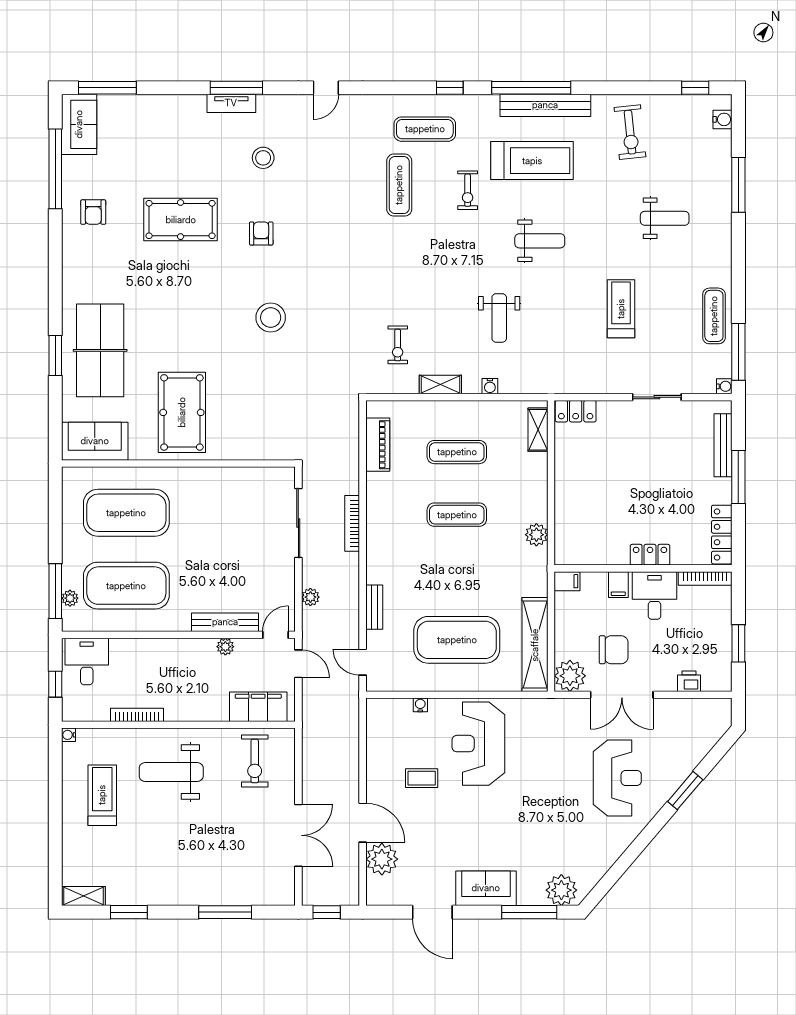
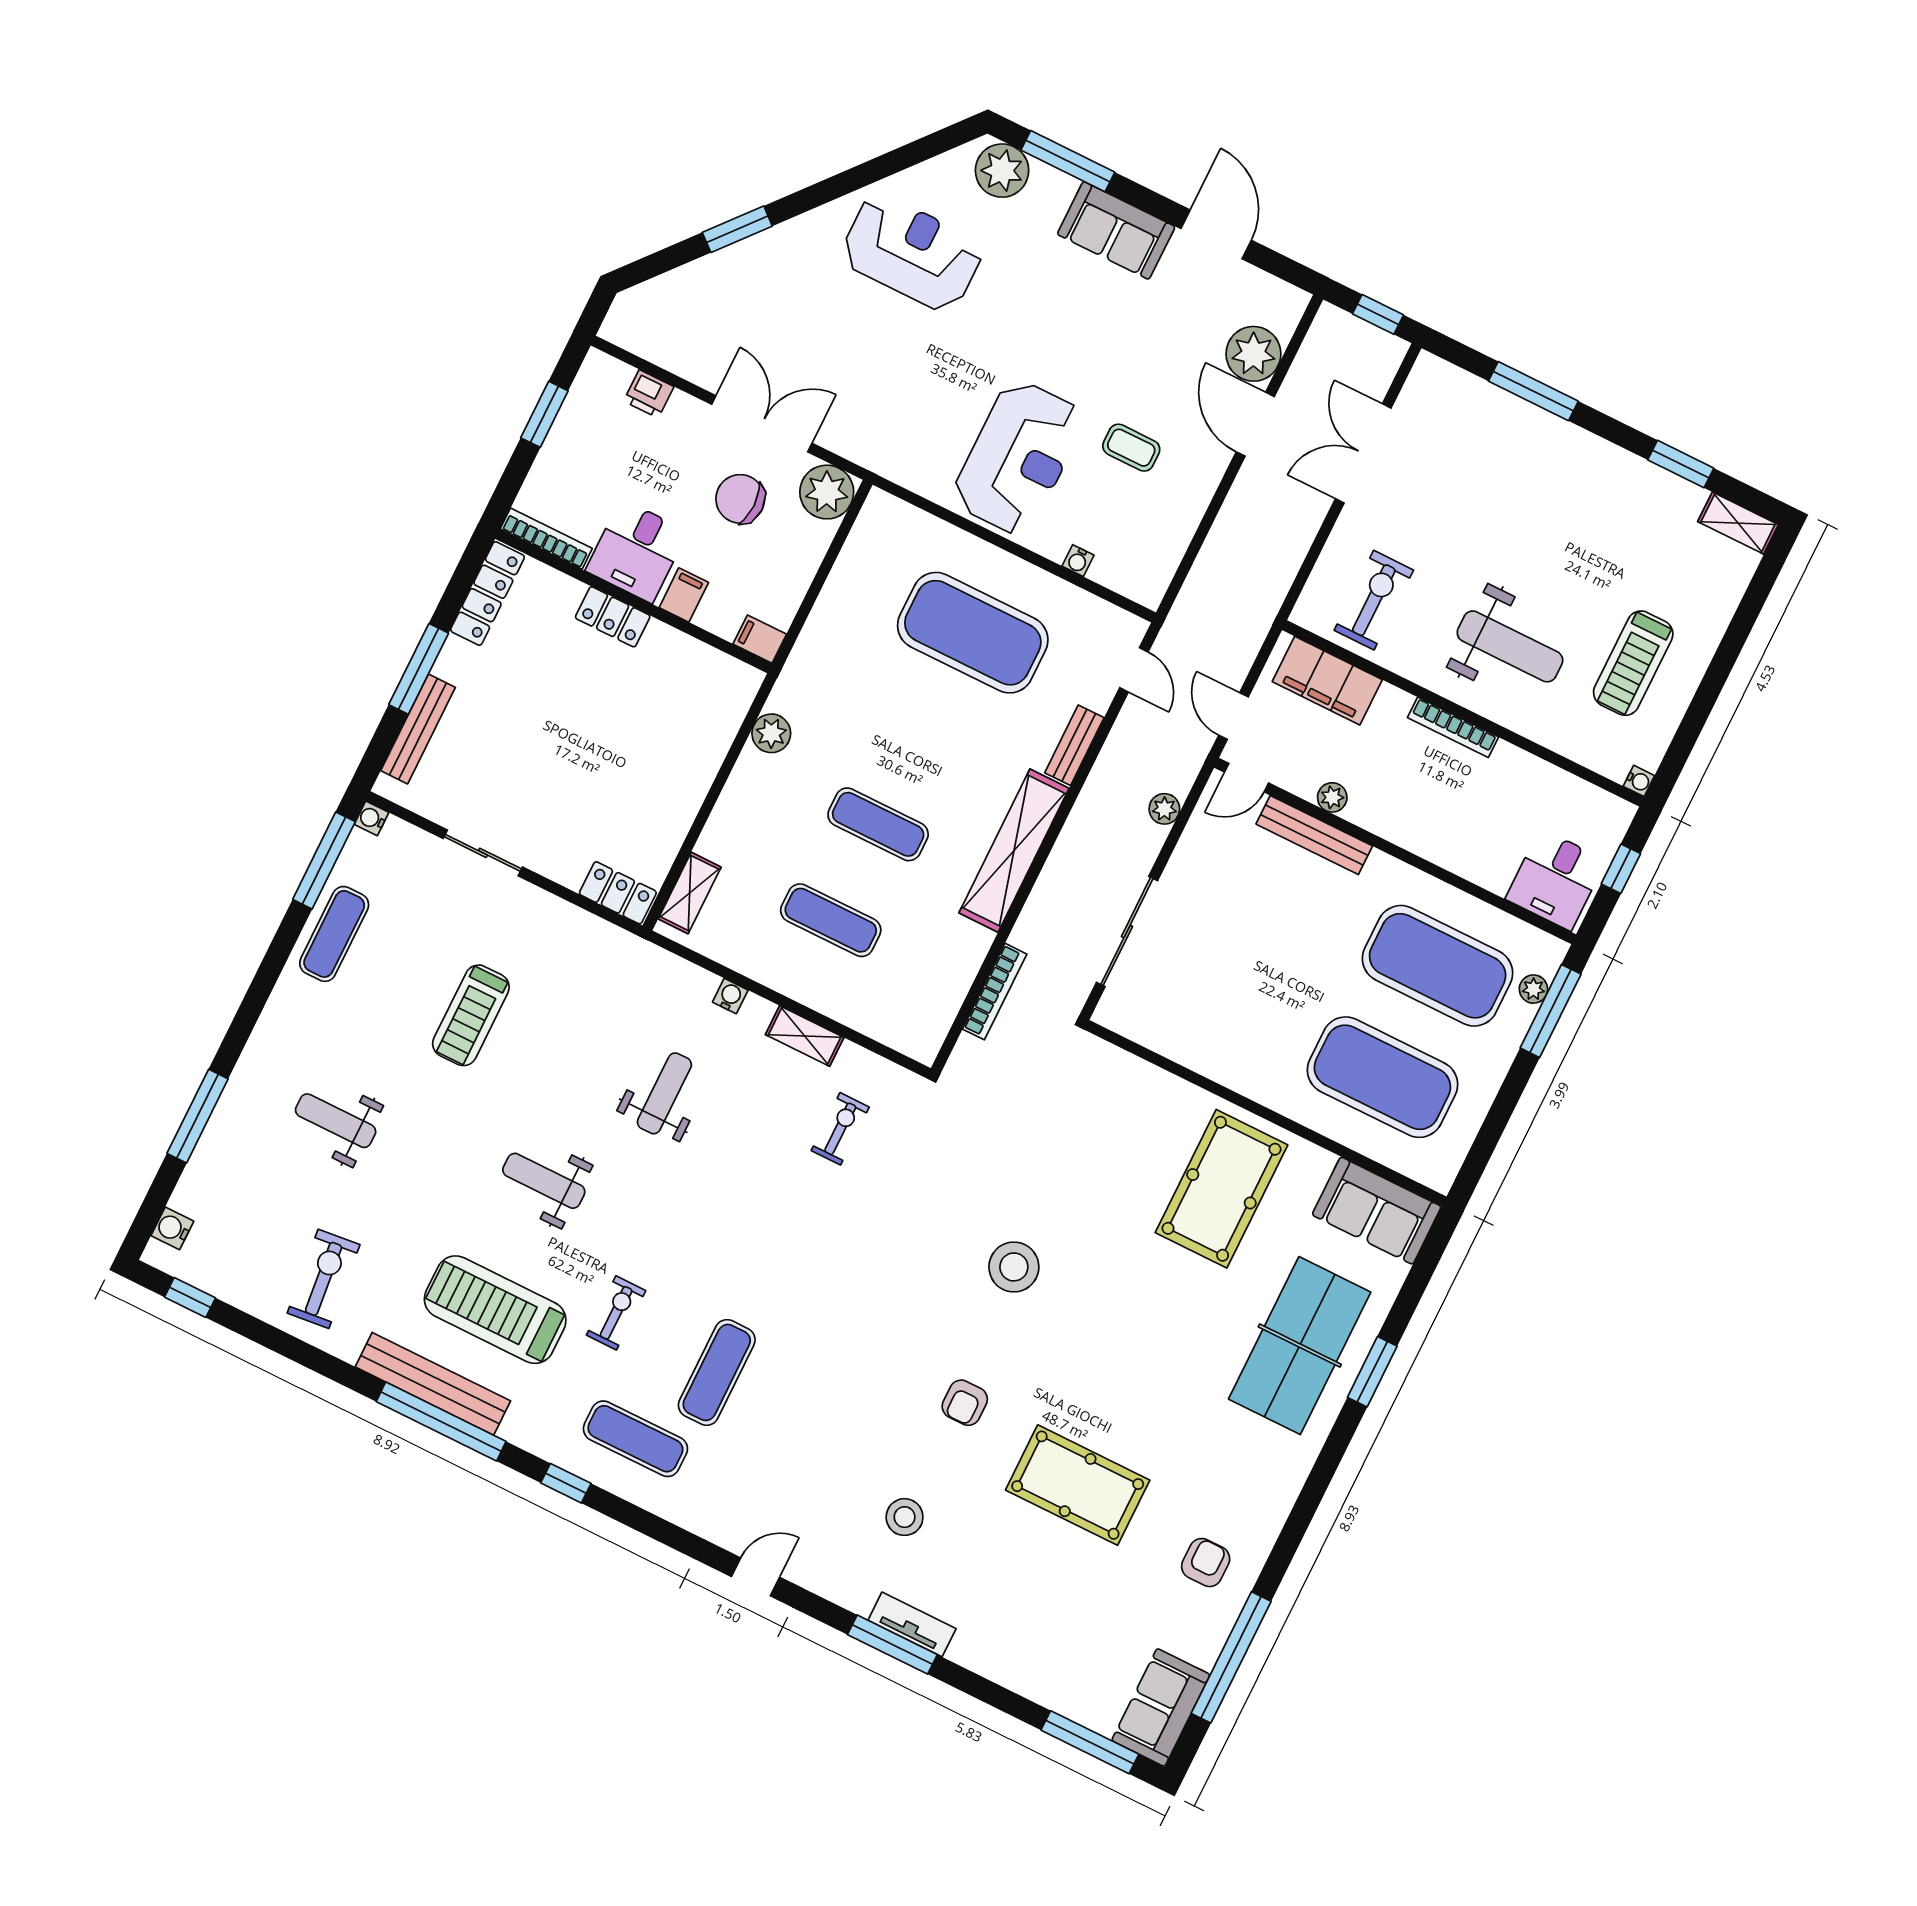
piano: (378, 445) -> (946, 991), removed
bookcase: (352, 523) -> (995, 992), moved
shelving: (535, 645) -> (1014, 851), moved
bookcase: (137, 715) -> (1453, 727), moved
reception desk: (617, 778) -> (912, 253), moved, turned 90

